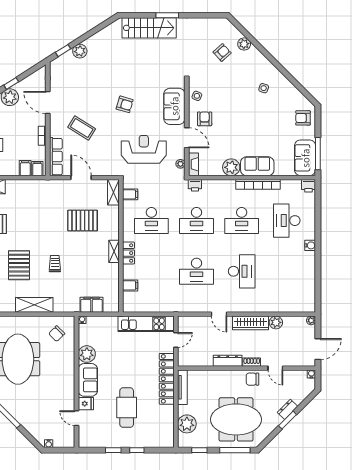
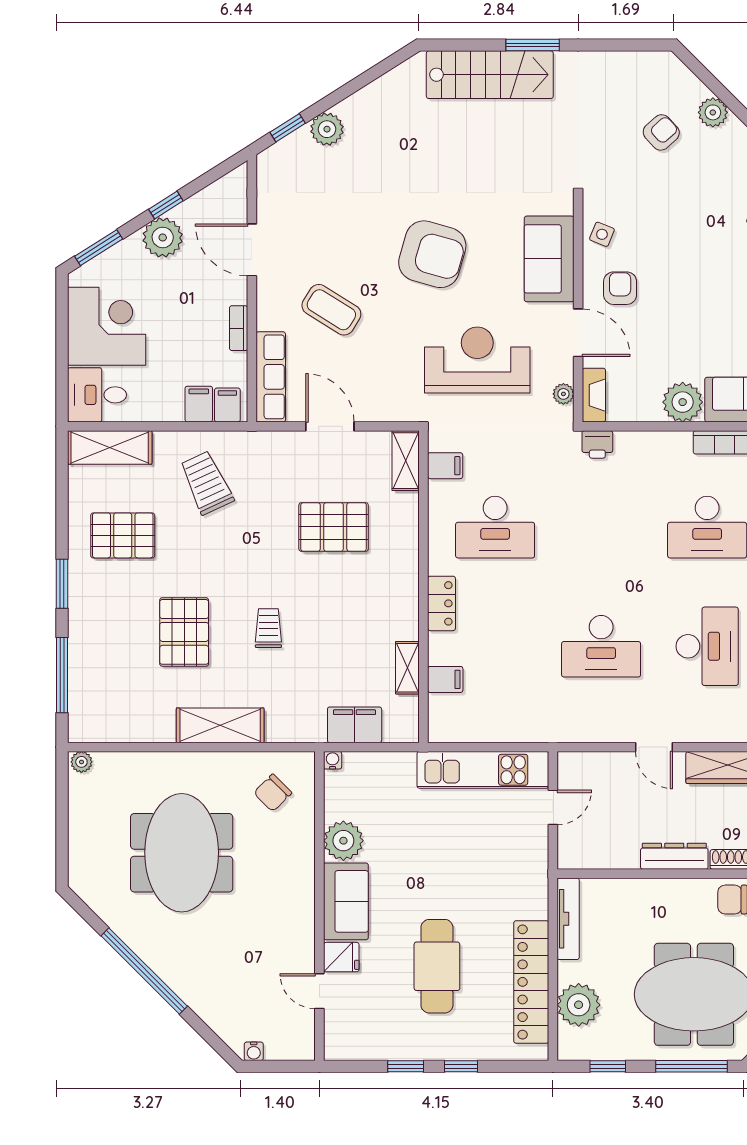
armchair: (125, 104) -> (432, 254), width x1.88, depth x1.88
trolley: (29, 202) -> (207, 483), added
desk: (196, 221) -> (601, 527), removed
shelving: (114, 251) -> (407, 668), moved
locker: (167, 379) -> (531, 982), moved

